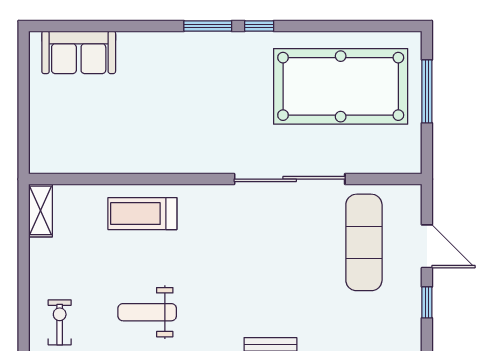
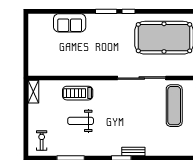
sofa: (79, 52) -> (70, 23), moved
weight bench: (147, 312) -> (81, 121), moved

